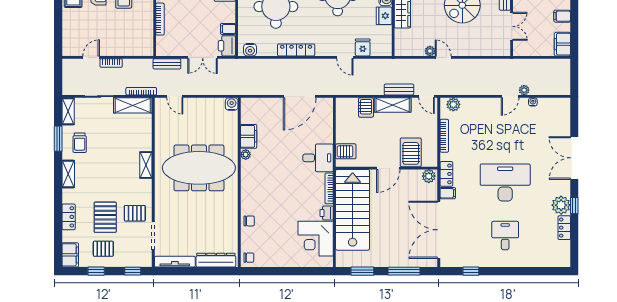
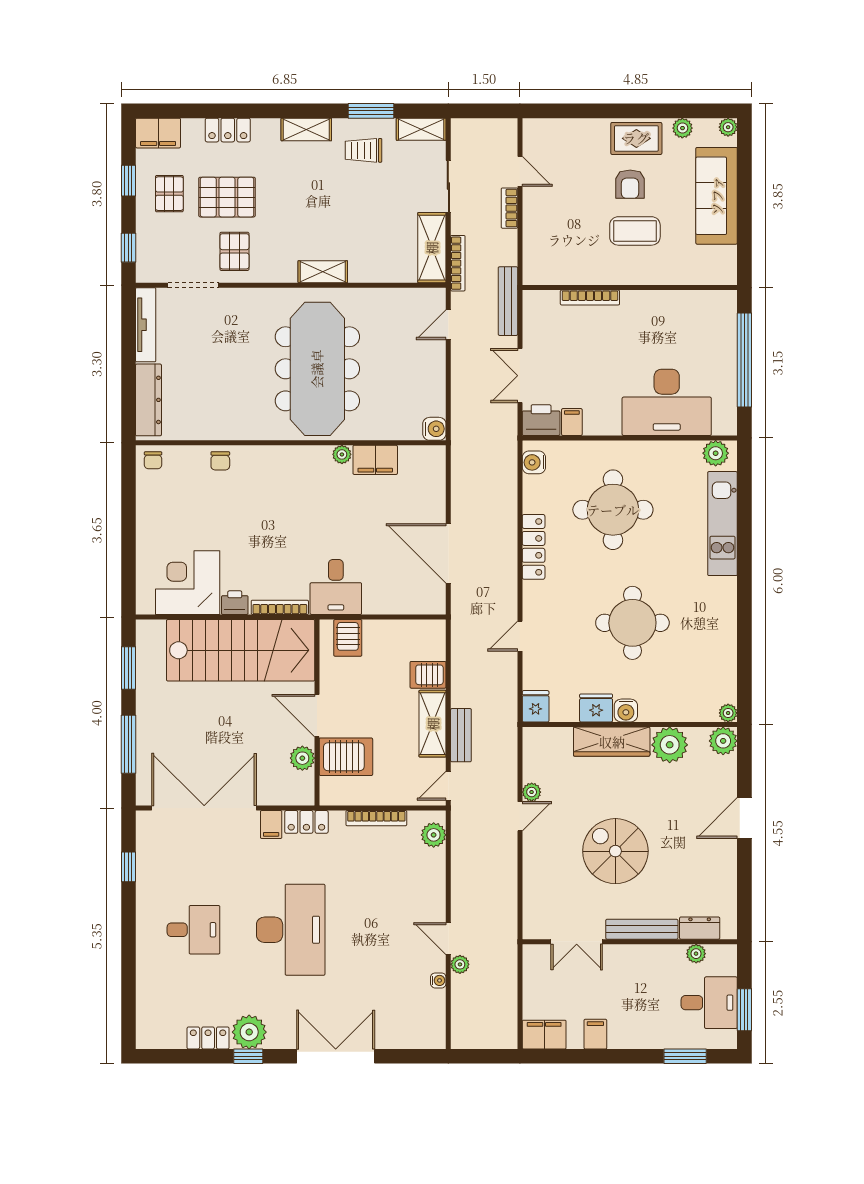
fridge: (363, 47) -> (536, 706), moved, turned -90
bench: (167, 64) -> (508, 301), width x1.36
plant: (429, 176) -> (302, 758), moved

